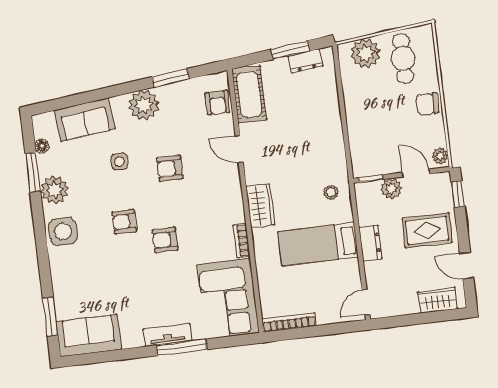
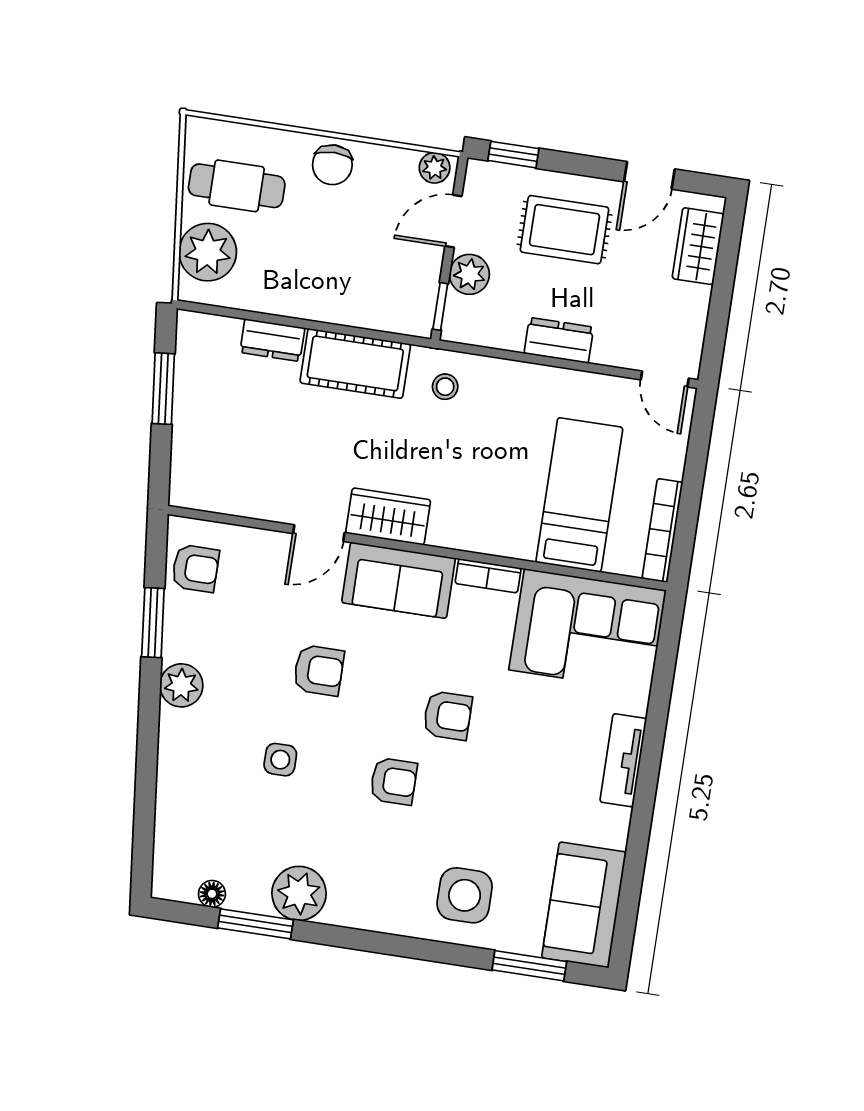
dresser: (305, 61) -> (272, 340), moved, turned 96
cot: (249, 94) -> (355, 363), moved
armchair: (217, 103) -> (195, 568), moved
plant: (144, 105) -> (181, 685), width x0.73, depth x0.73
sofa: (85, 120) -> (398, 580), moved, turned 96
armchair: (170, 168) -> (319, 670), turned -90
wardrobe: (260, 206) -> (388, 517), moved
armchair: (124, 222) -> (393, 781), turned -90
rug: (427, 230) -> (565, 230), turned 90
side table: (63, 232) -> (465, 895), moved
armchair: (165, 240) -> (448, 716), turned -90
bed: (318, 244) -> (579, 495), moved, turned 180
window: (182, 347) -> (653, 740), removed

